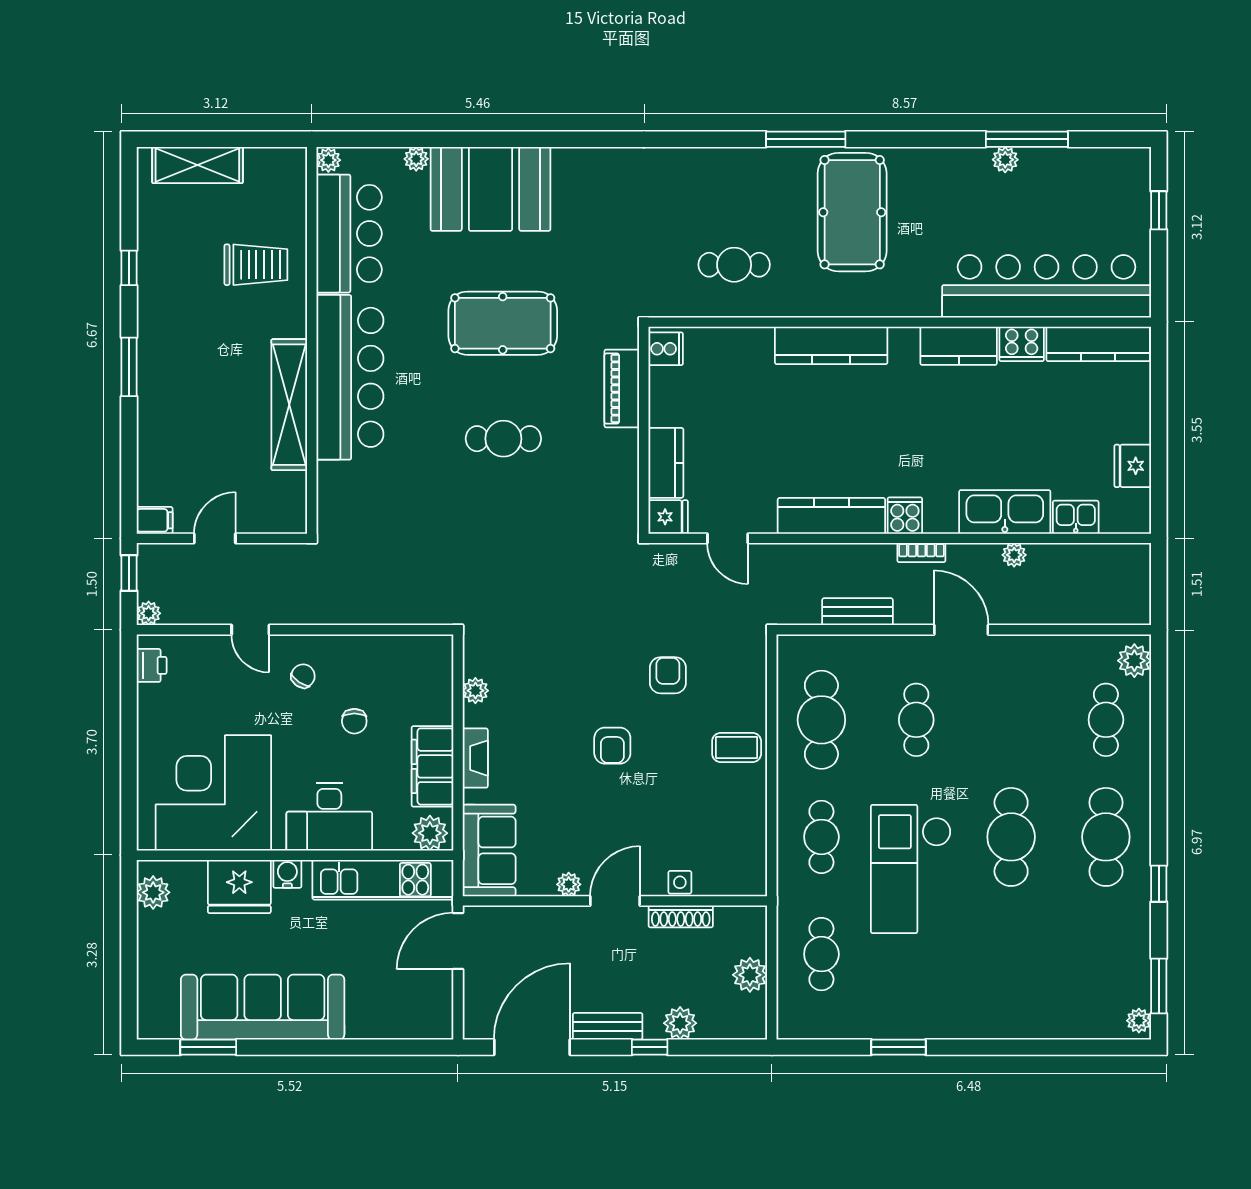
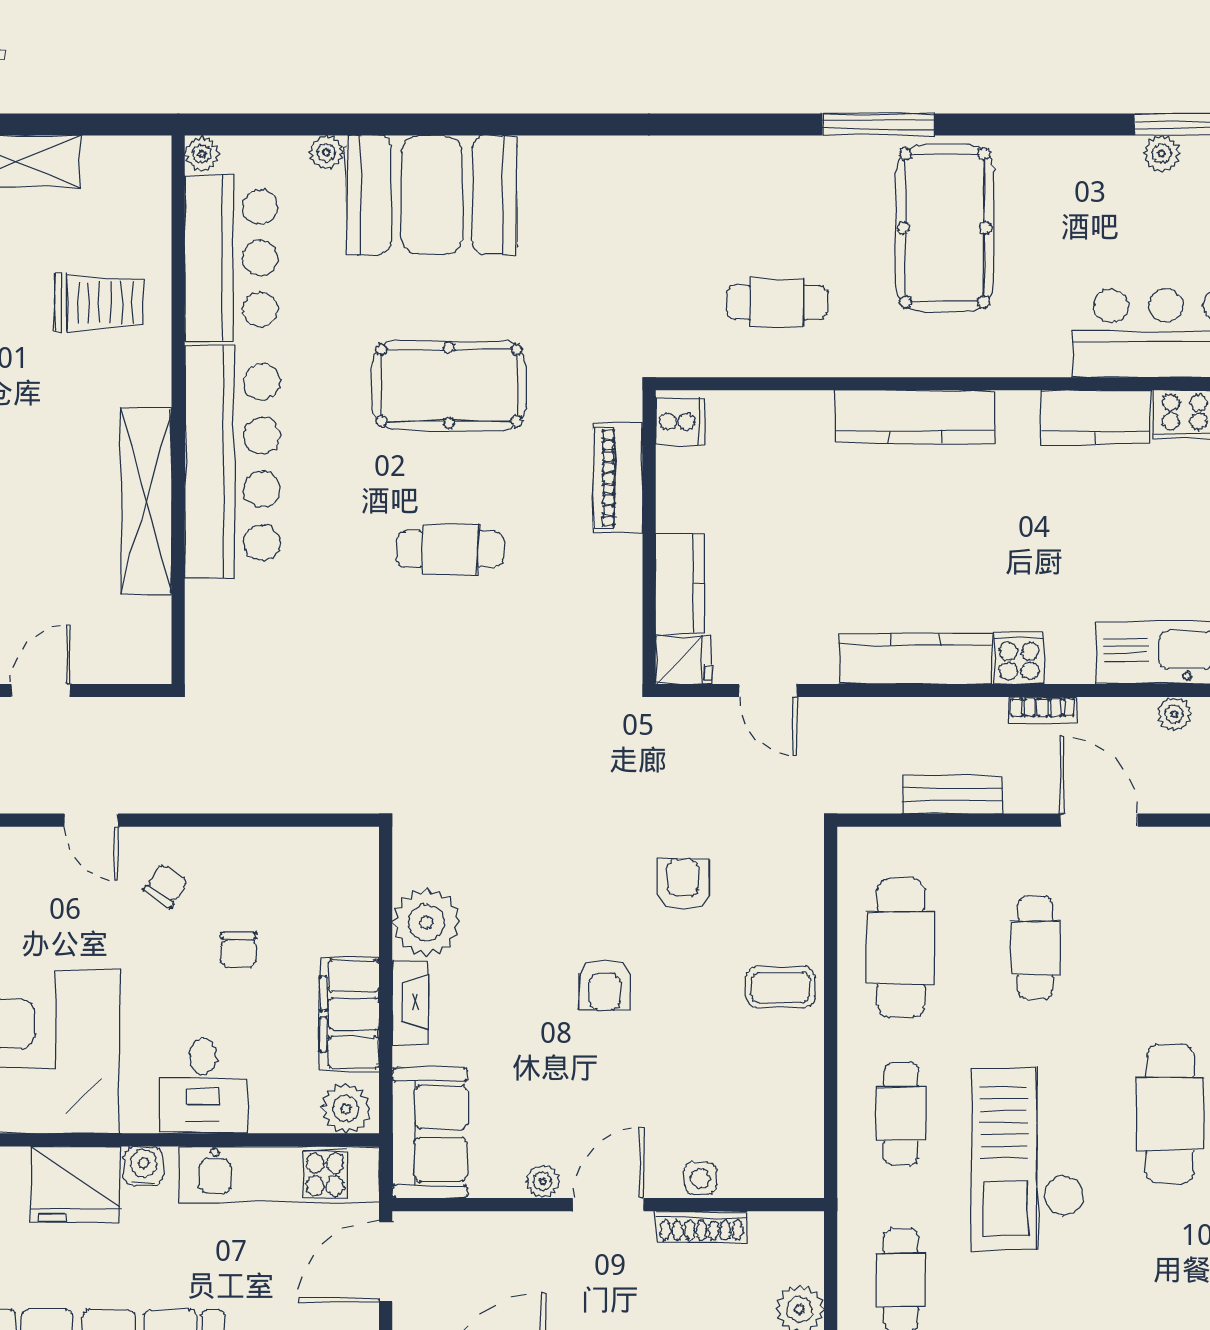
plant: (475, 691) -> (426, 922), width x1.87, depth x1.87
desk: (329, 817) -> (203, 1086), width x0.73

